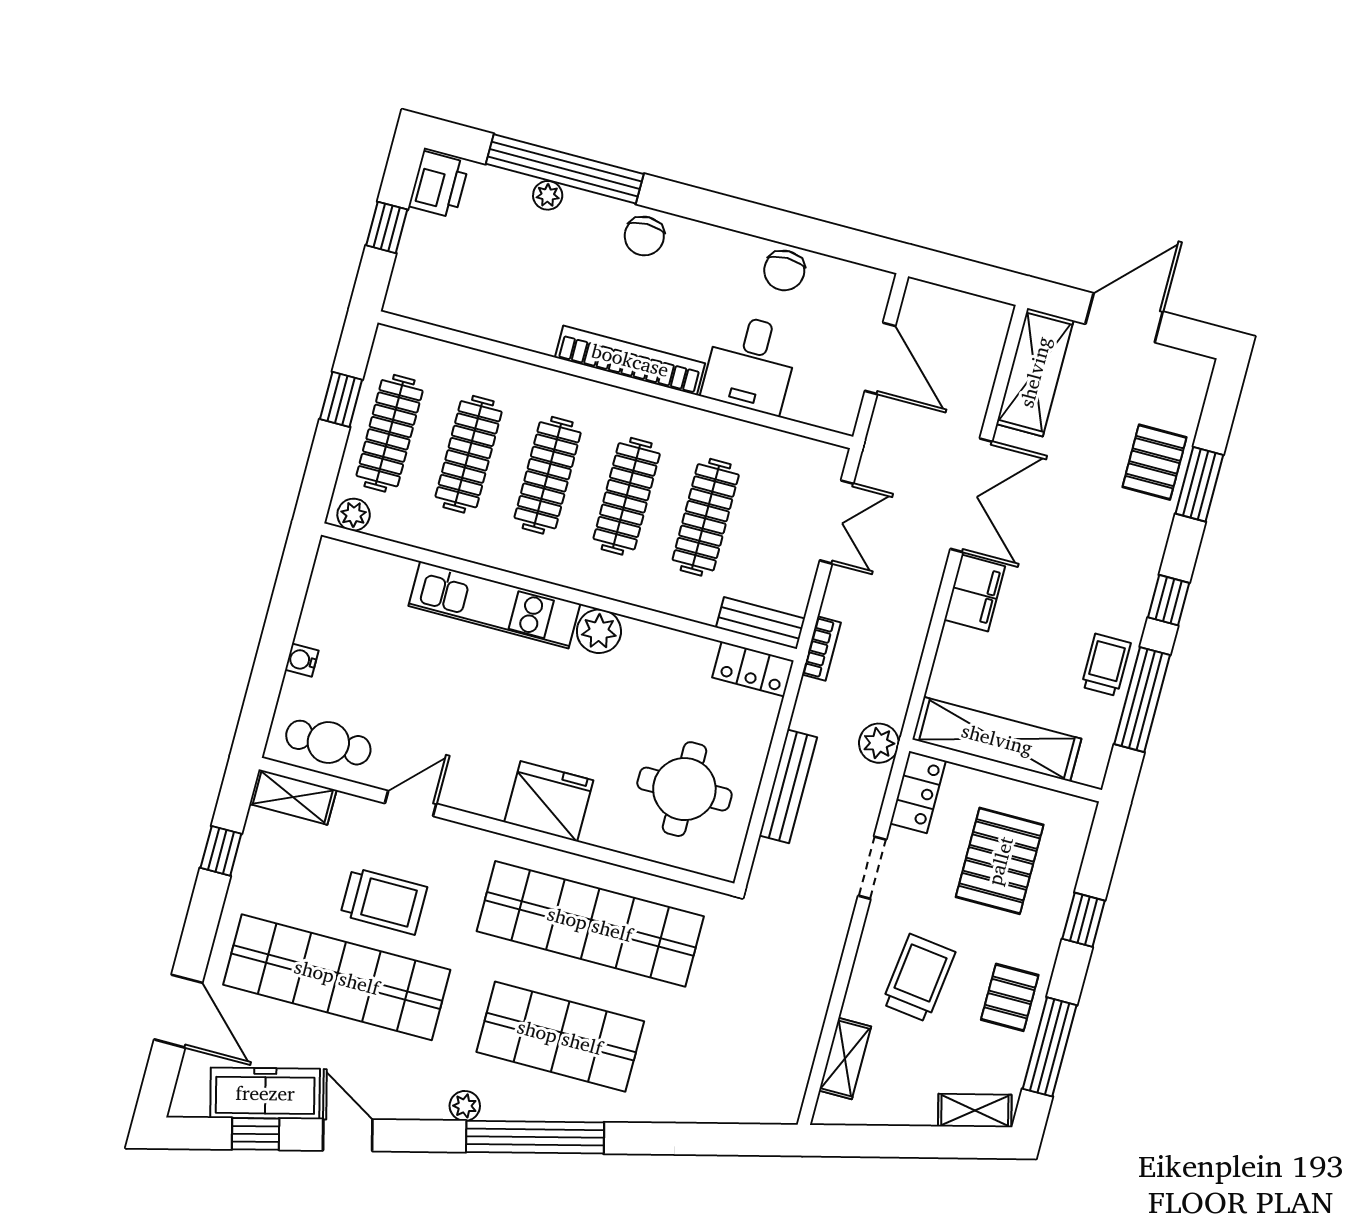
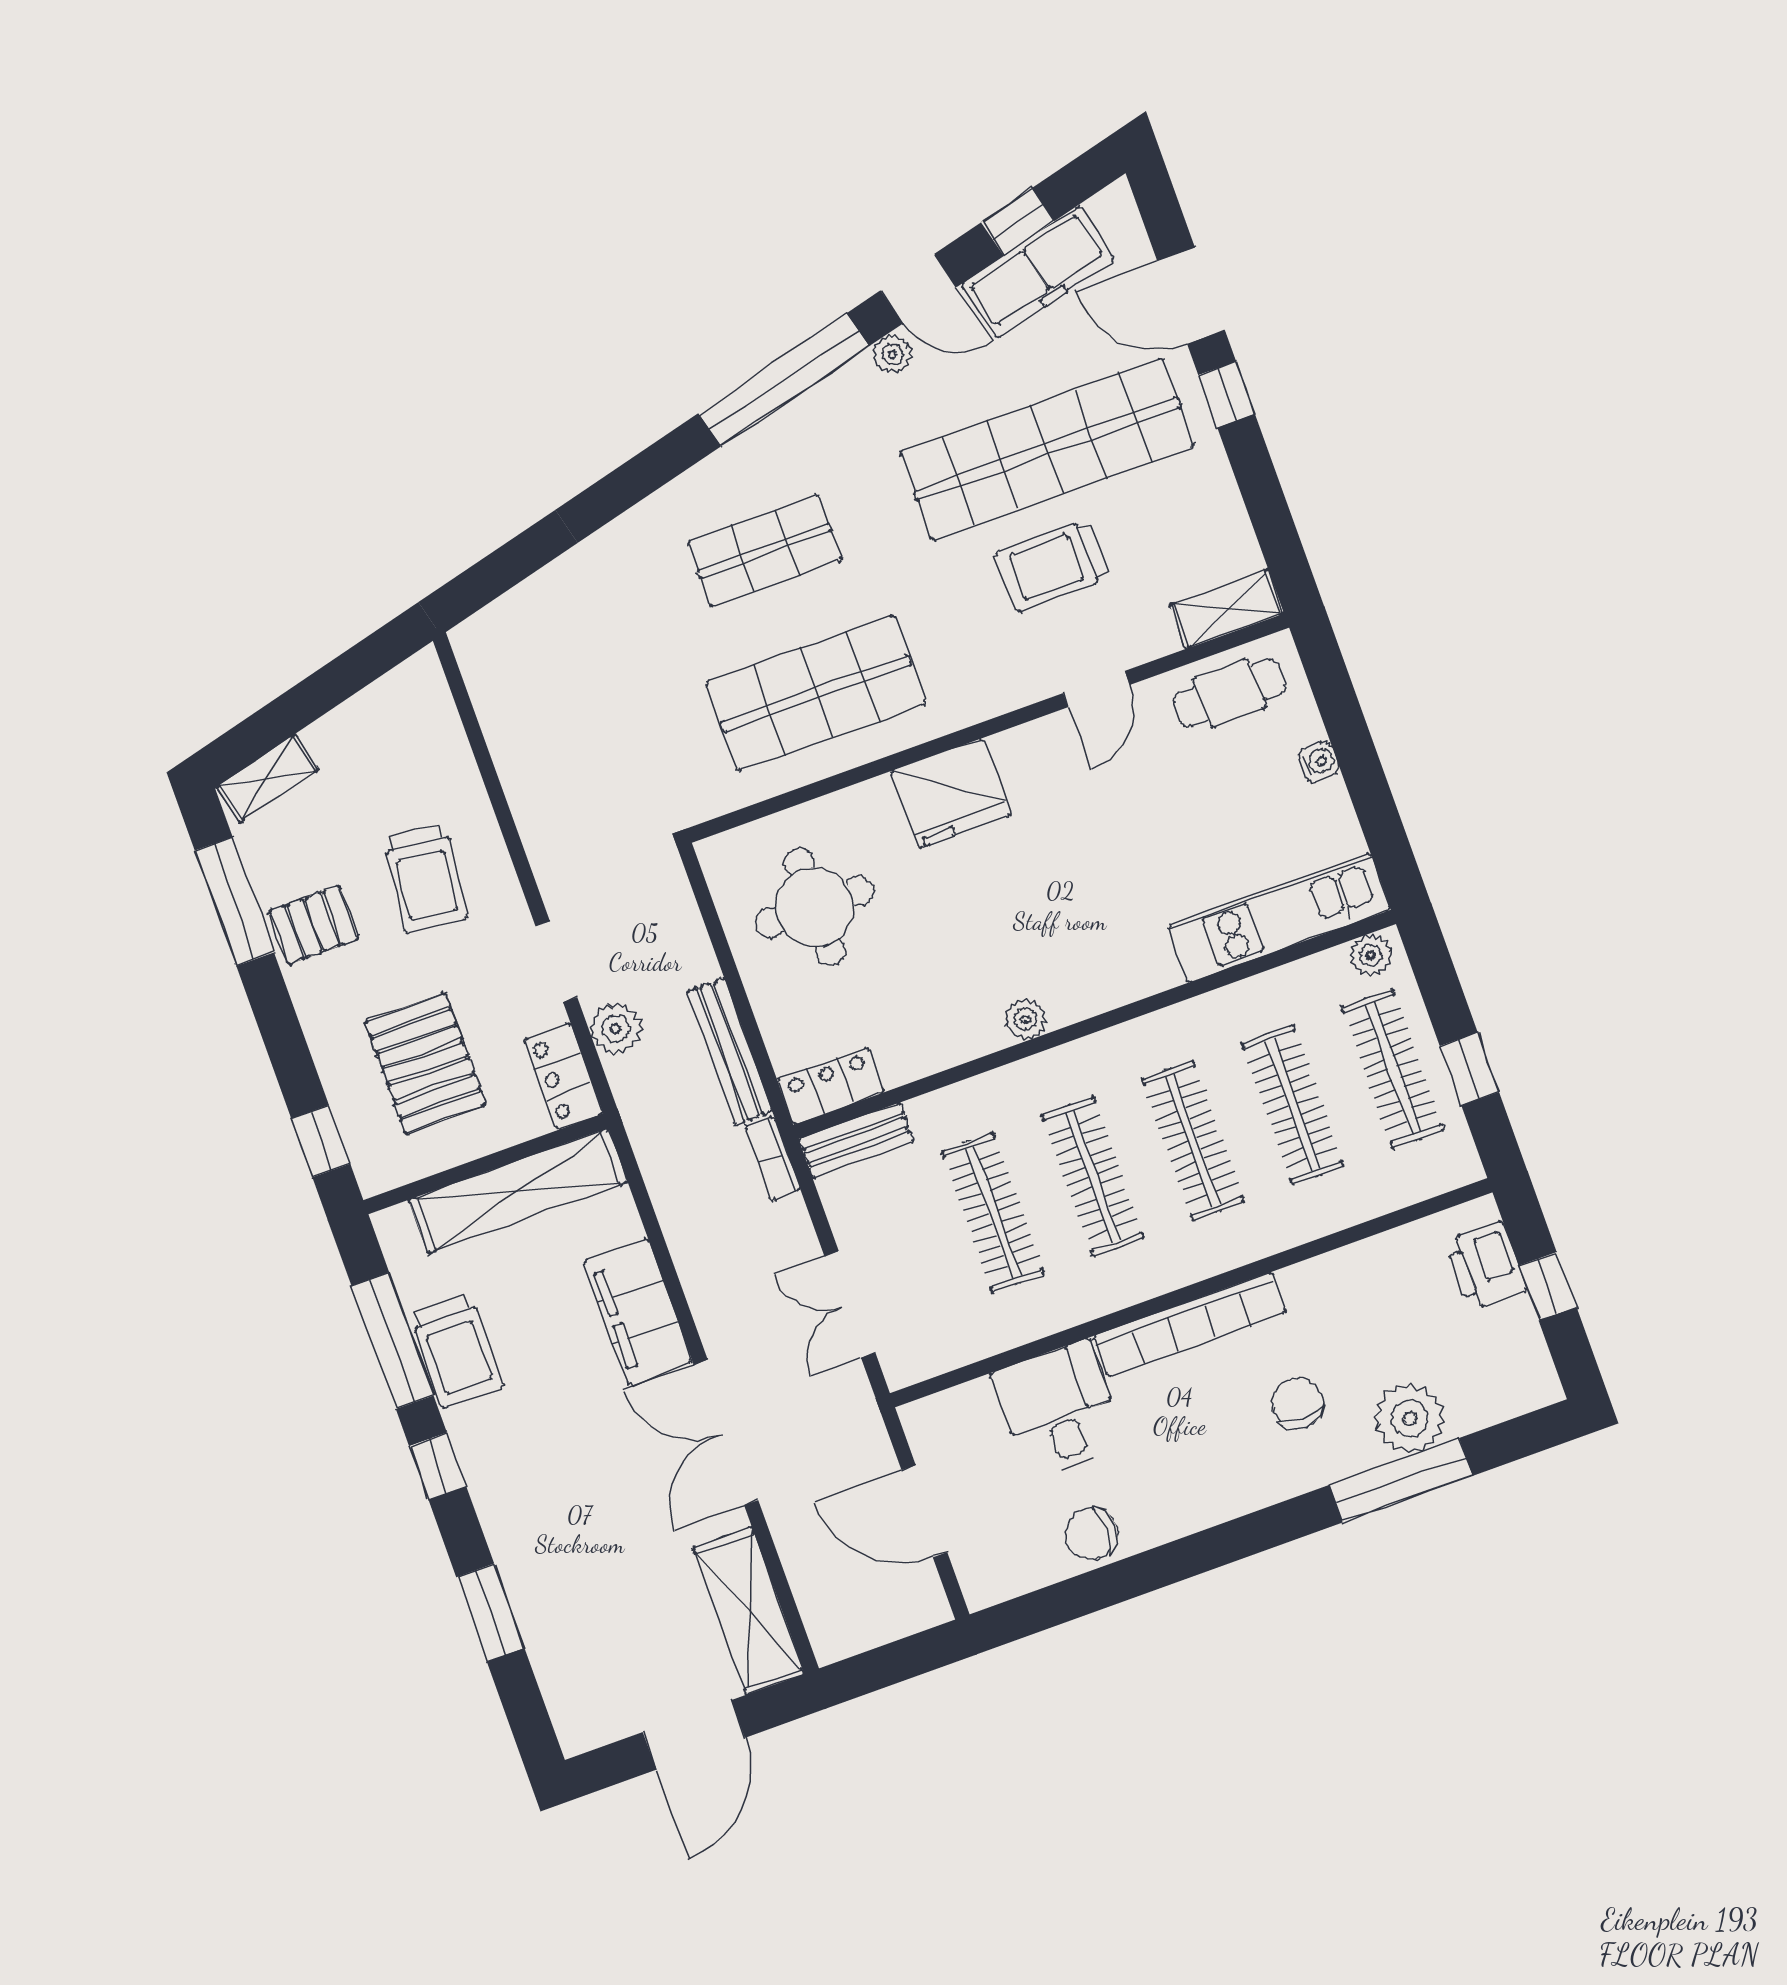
window: (565, 169) -> (1401, 1480), width x0.68
printer: (439, 184) -> (1486, 1266), moved
plant: (548, 195) -> (1410, 1418), width x1.88, depth x1.88
chair: (644, 236) -> (1298, 1403), moved
chair: (784, 271) -> (1092, 1534), turned -90
pallet: (1154, 462) -> (555, 1603), removed
filing cabinet: (975, 593) -> (638, 1312), width x1.50, depth x1.17
kitchen unit: (494, 605) -> (1279, 918), moved
plant: (599, 631) -> (1025, 1019), width x0.73, depth x0.73
trolley: (1106, 665) -> (457, 1351), width x1.36, depth x1.39
plant: (879, 743) -> (616, 1029), moved
bench: (788, 786) -> (730, 1052), moved
window: (221, 851) -> (1227, 395), moved
window: (1084, 920) -> (321, 1141), moved
shop shelf: (590, 924) -> (816, 693), width x0.71
pallet: (1010, 997) -> (314, 925), turned 90
shop shelf: (560, 1037) -> (764, 551), width x0.70, depth x0.74
shelving: (845, 1058) -> (444, 738), removed
plant: (465, 1106) -> (892, 354), moved
window: (535, 1137) -> (784, 380), moved

